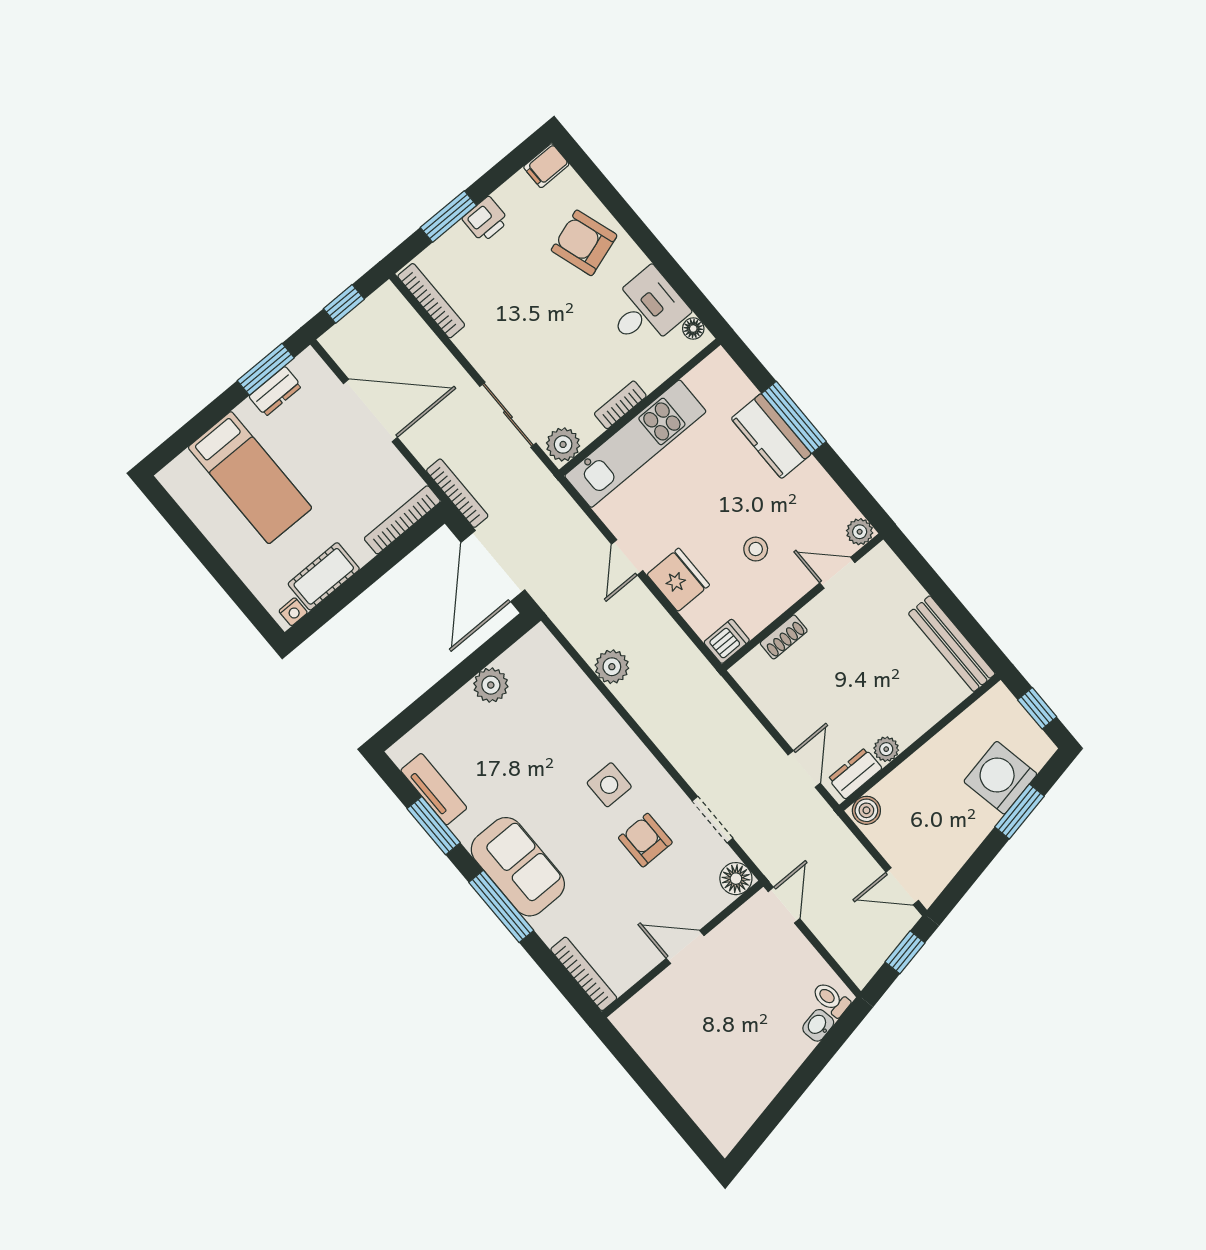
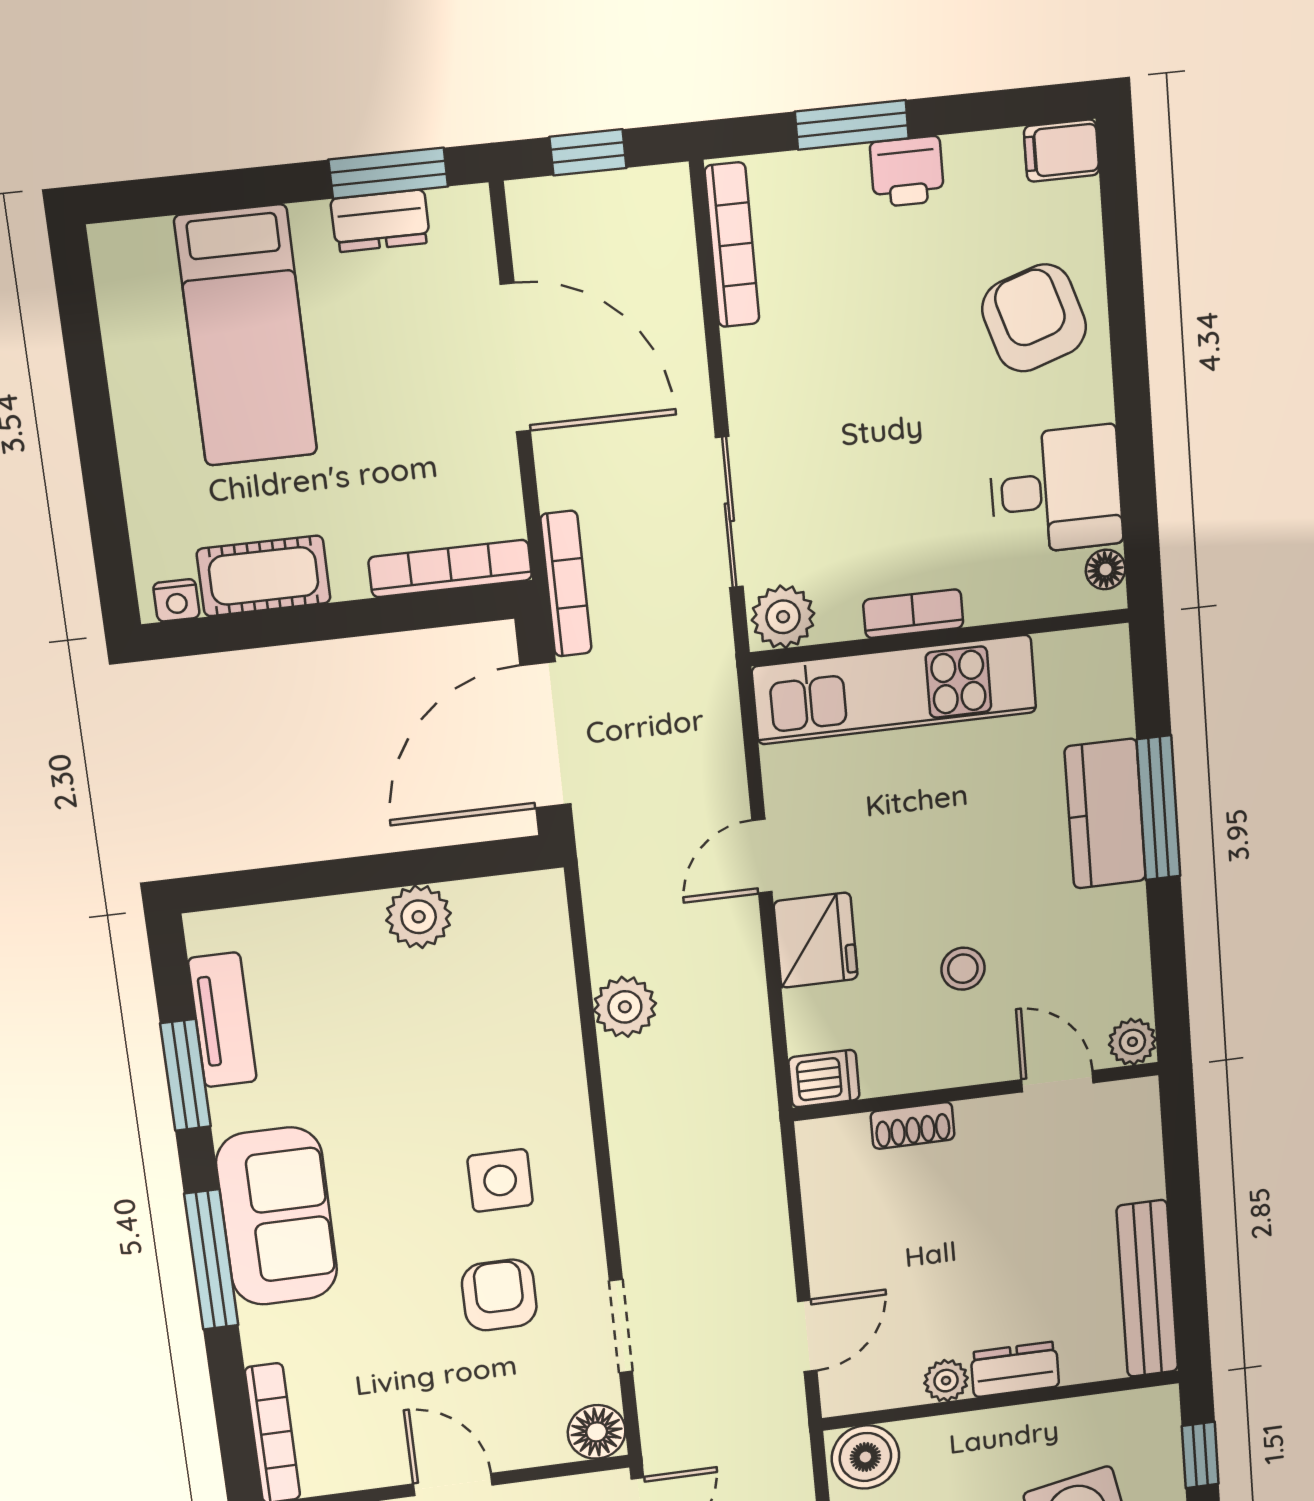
dresser: (855, 774) -> (1015, 1369), moved
boiler: (866, 810) -> (865, 1457), width x1.36, depth x1.36

